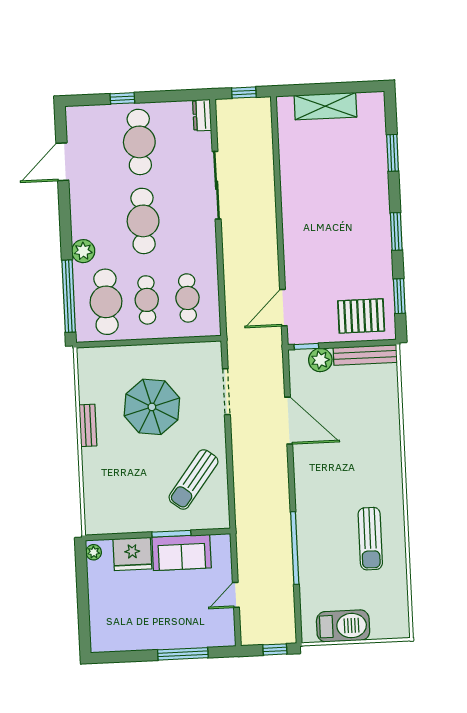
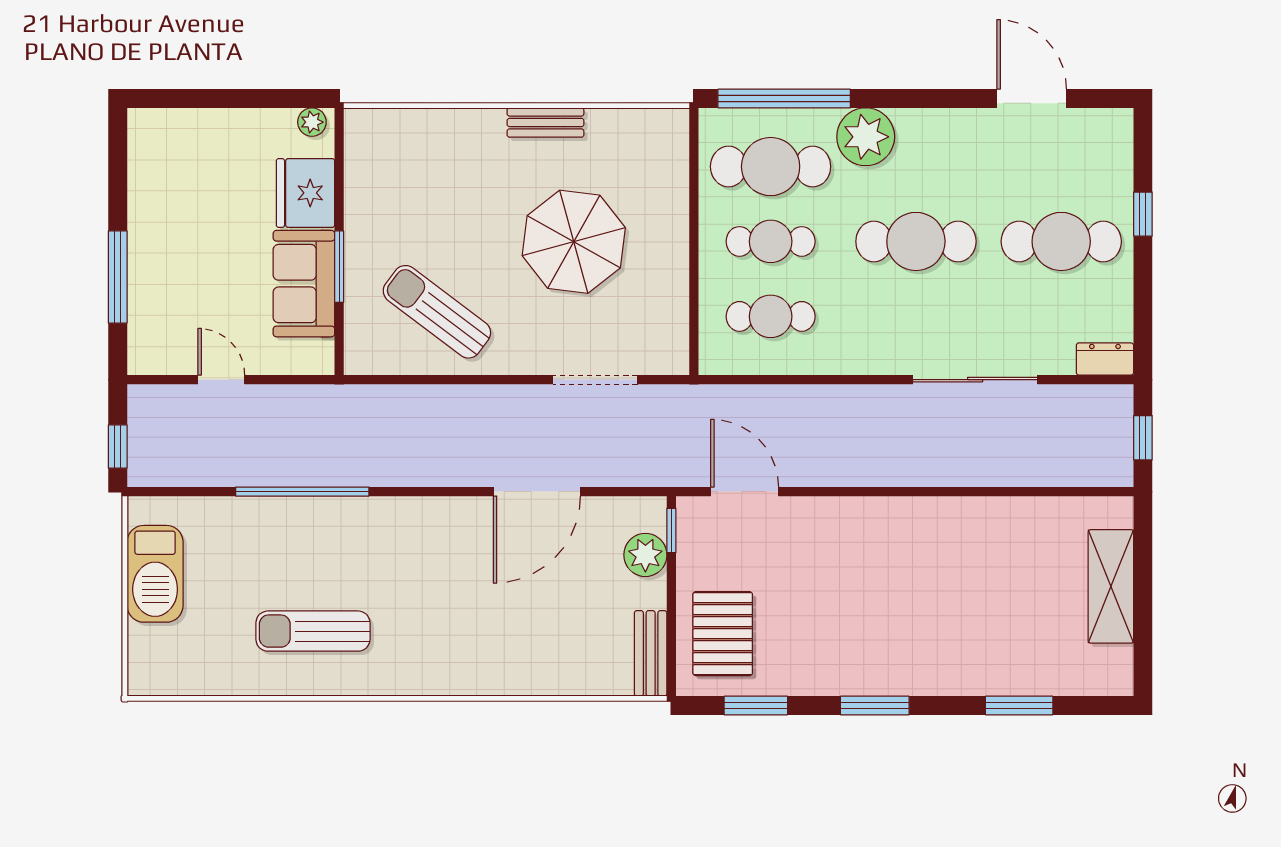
plant: (83, 251) -> (866, 137), width x1.36, depth x1.36
bench: (365, 355) -> (651, 653), width x0.73

